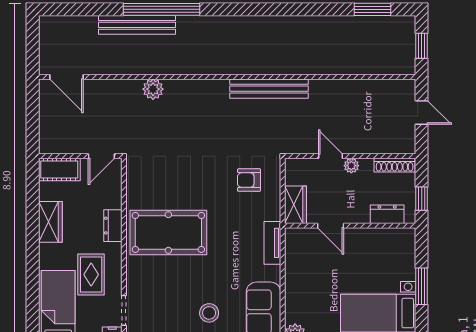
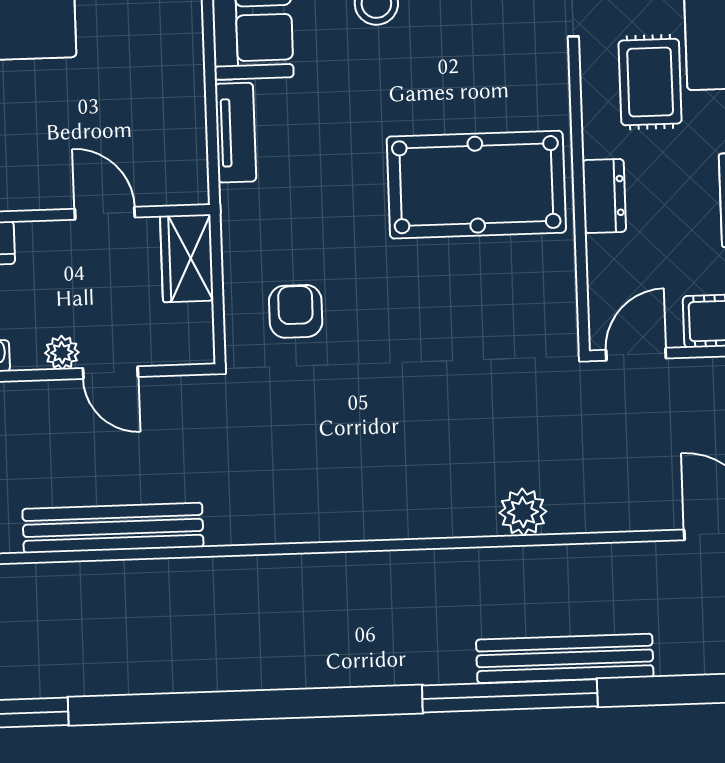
bench: (269, 89) -> (113, 528), moved
armchair: (249, 180) -> (296, 311), turned -90
tv unit: (272, 243) -> (236, 133), moved

